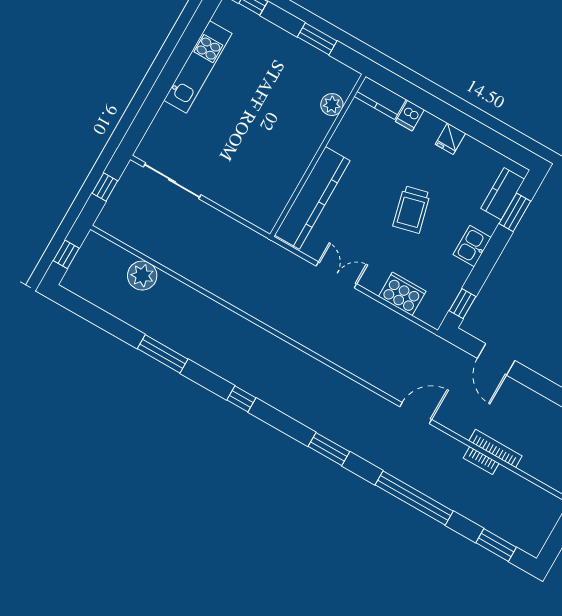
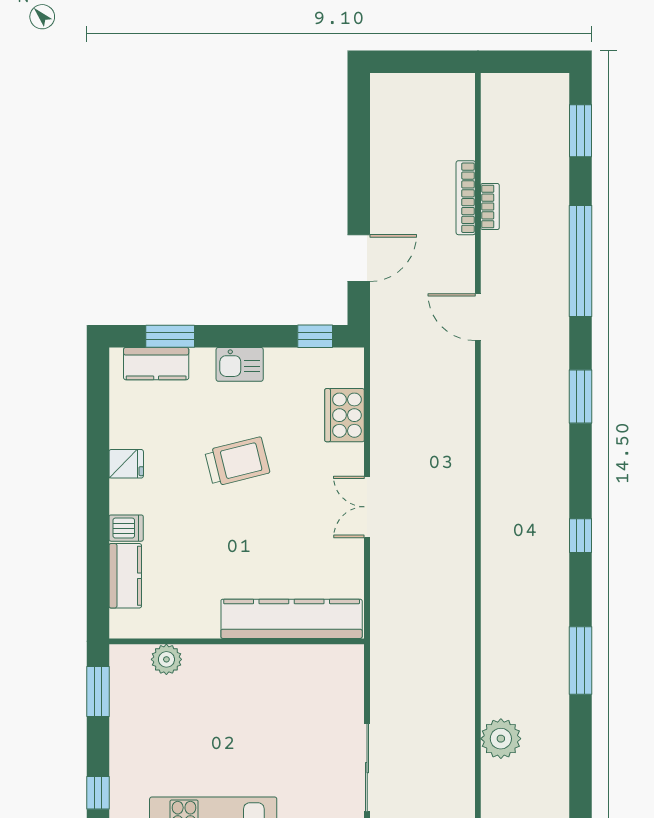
plant: (332, 105) -> (166, 659), moved
wall: (318, 155) -> (237, 641), moved
kitchen counter: (312, 198) -> (292, 619), moved

